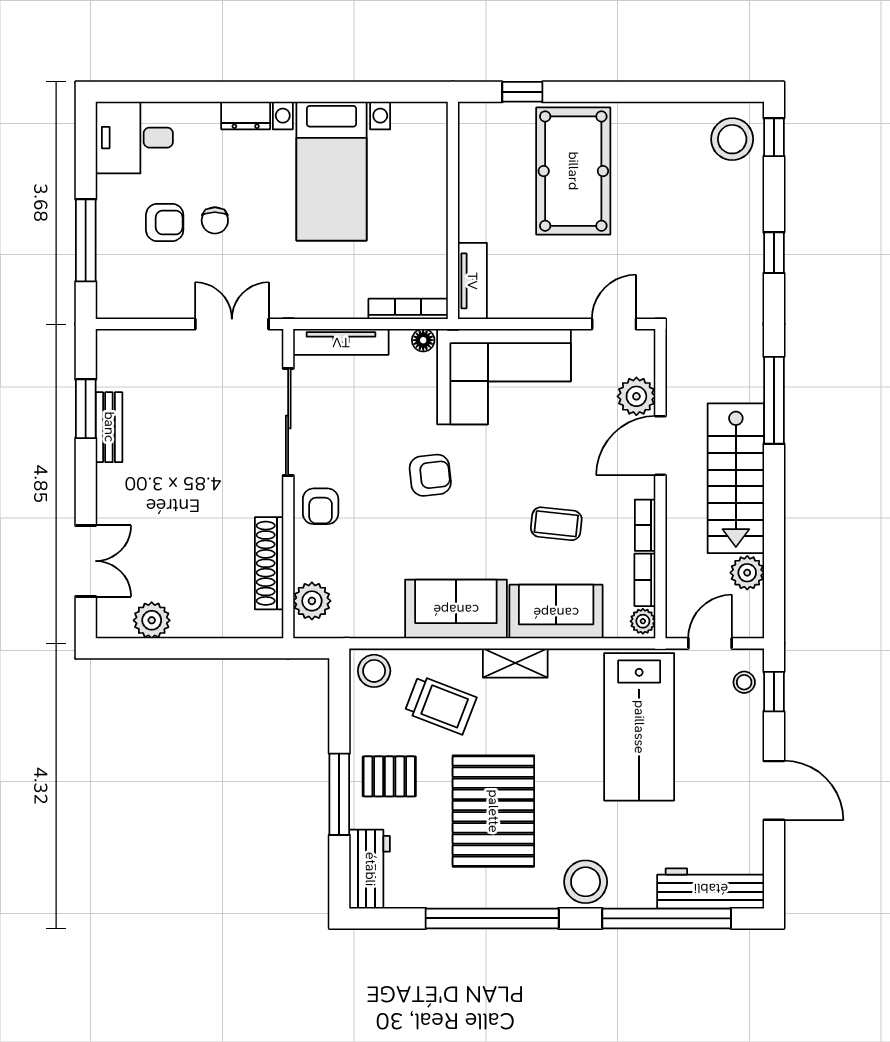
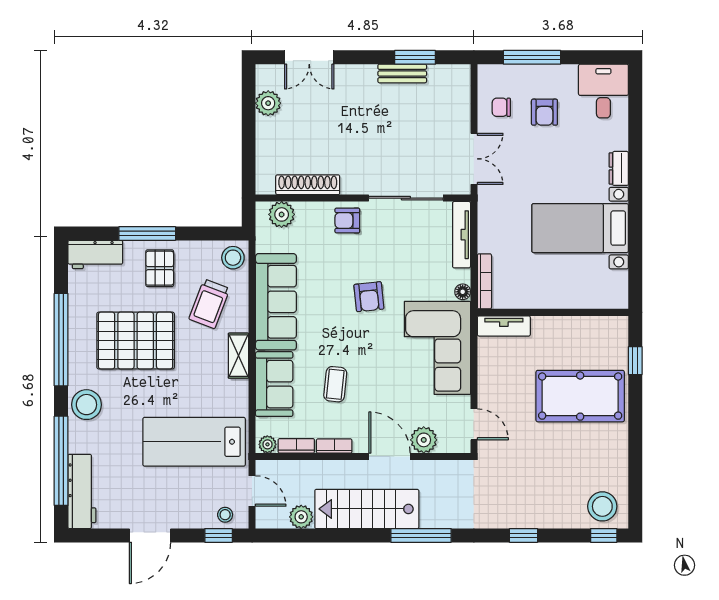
chair: (215, 220) -> (501, 107), moved
sofa: (456, 609) -> (276, 302), width x1.36

